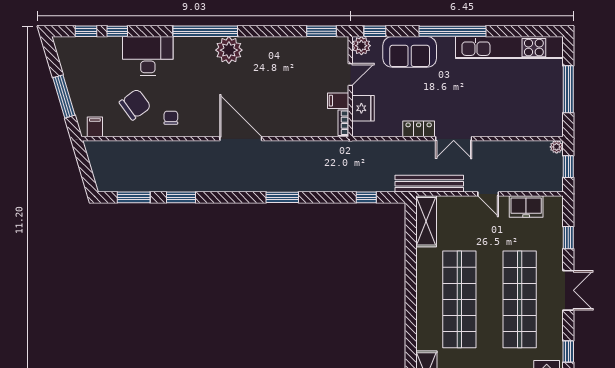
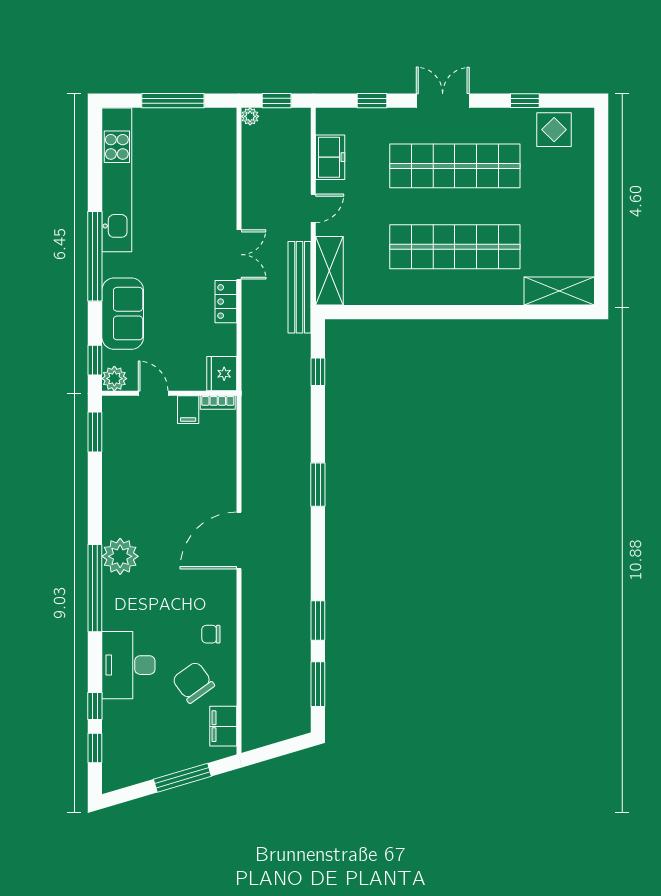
fridge: (363, 108) -> (222, 374), moved, turned -90
filing cabinet: (95, 127) -> (223, 726), width x2.00
shelving: (426, 221) -> (329, 271), moved, turned 90

